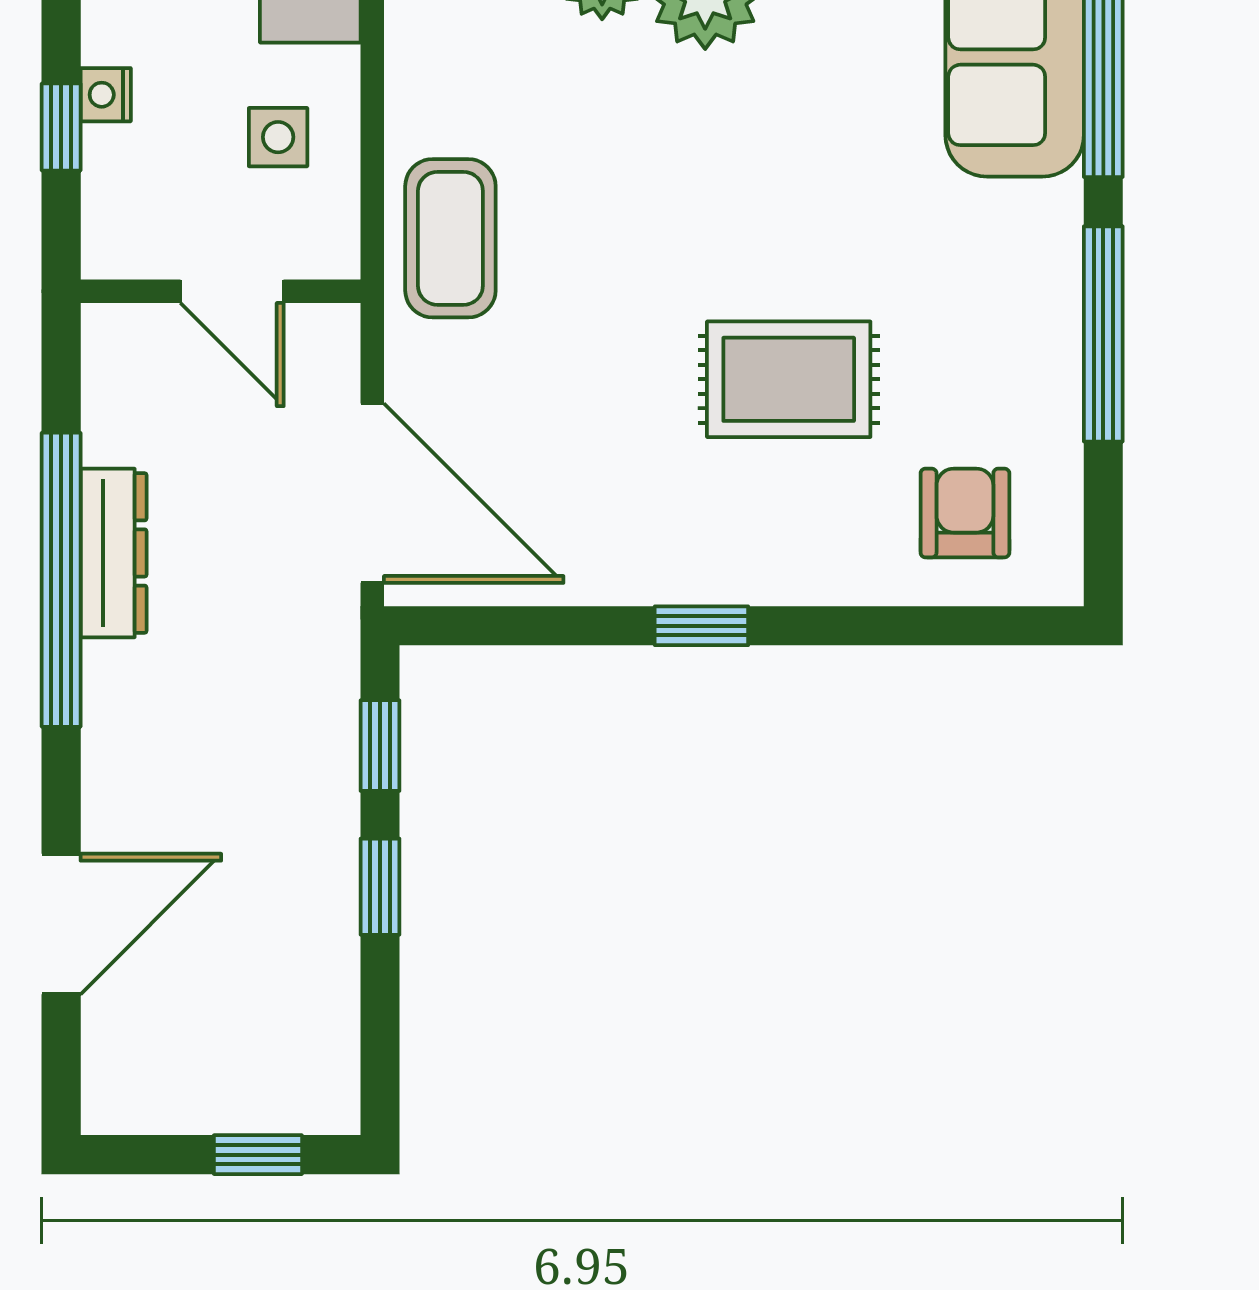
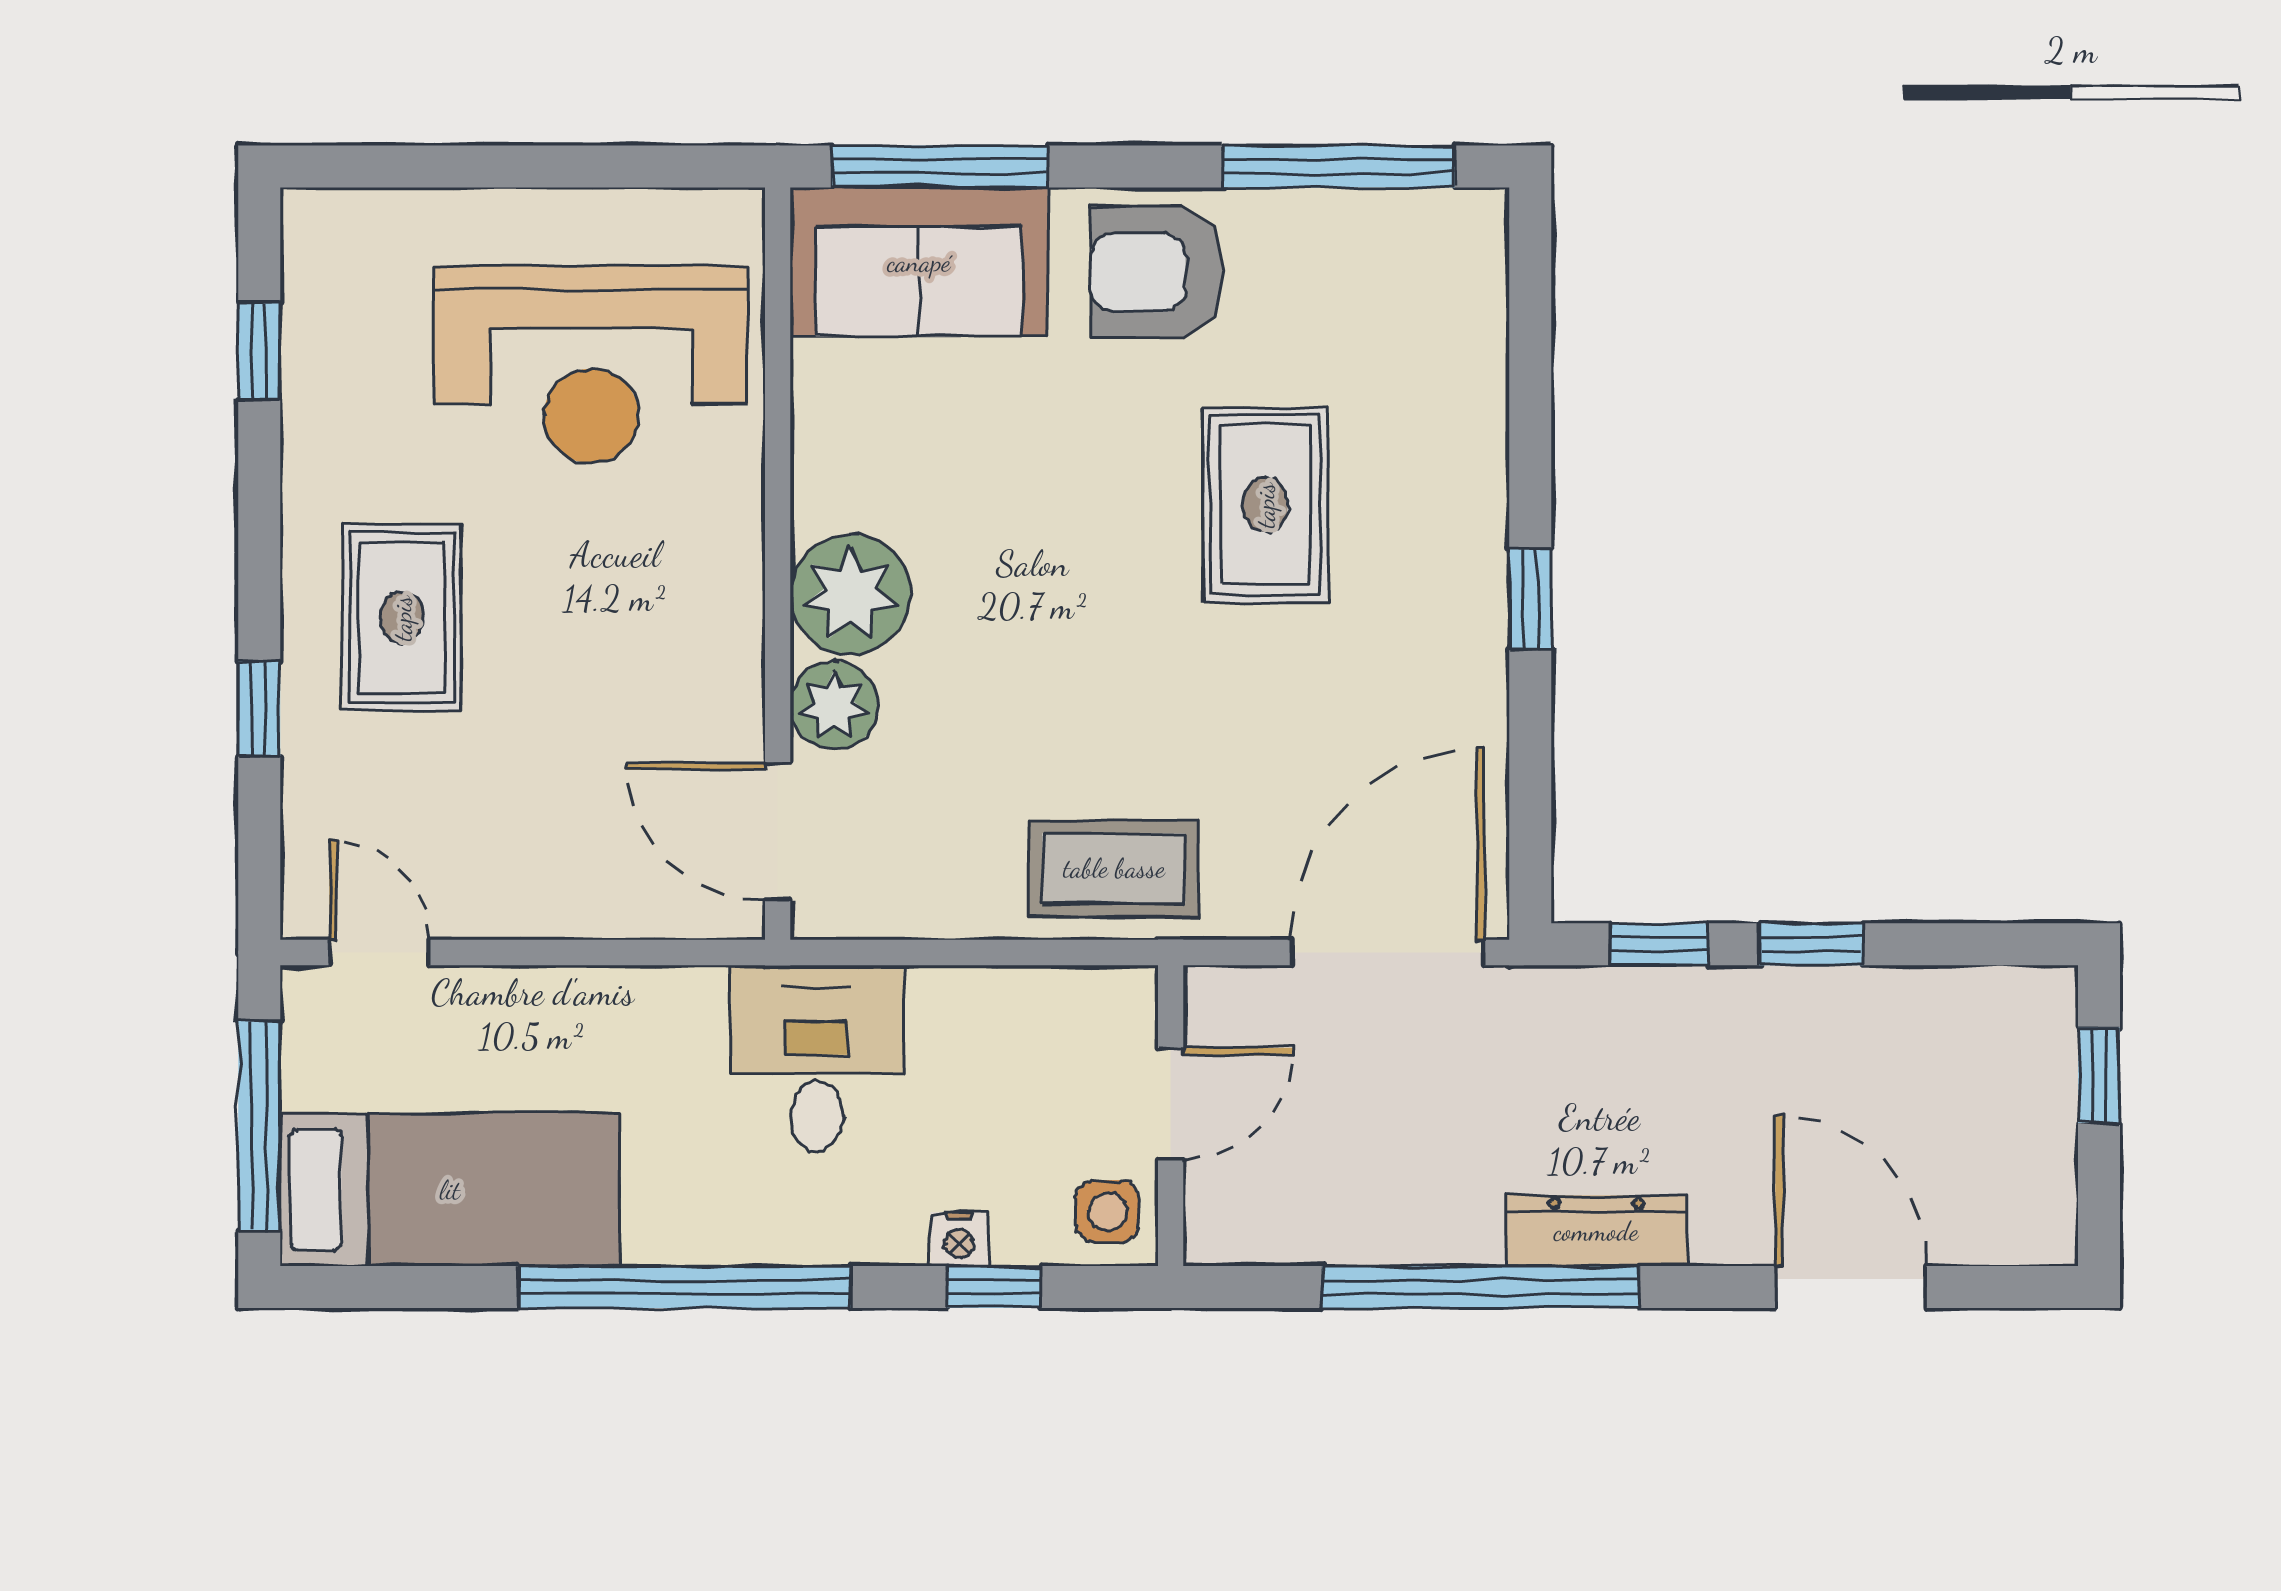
side table: (278, 137) -> (1108, 1211), moved
window: (1103, 334) -> (1339, 166), moved
armchair: (965, 513) -> (1156, 272), moved, width x1.38, depth x1.38
dresser: (114, 553) -> (1596, 1231), moved

